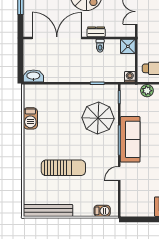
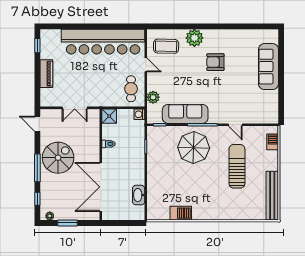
dresser: (96, 32) -> (95, 148), removed
washbasin: (33, 76) -> (139, 195), moved
parasol: (98, 118) -> (194, 148), moved
sofa: (130, 139) -> (185, 114), moved
sun lounger: (63, 168) -> (237, 166), moved

